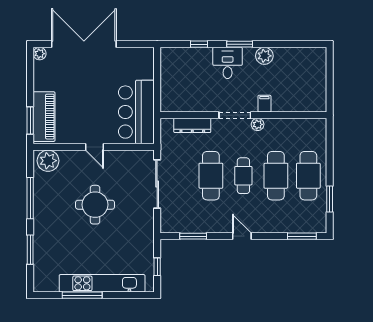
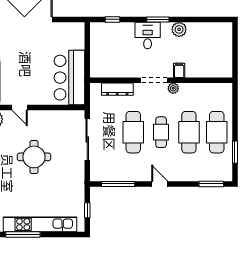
window: (199, 44) -> (112, 19), moved
door: (95, 147) -> (20, 108), moved
window: (193, 236) -> (118, 184), width x1.44

